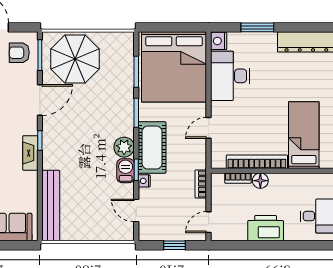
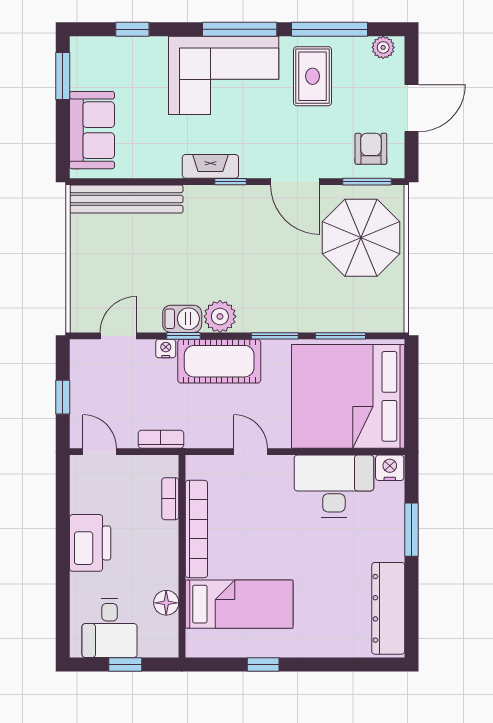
floor lamp: (260, 181) -> (166, 603), moved

